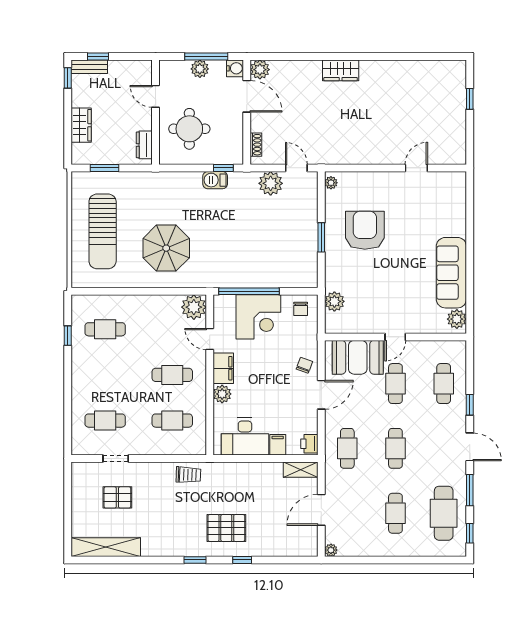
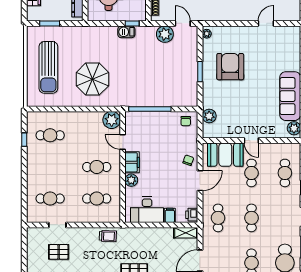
corner desk: (258, 317) -> (156, 127), removed
door: (395, 337) -> (251, 141), hinge flipped

